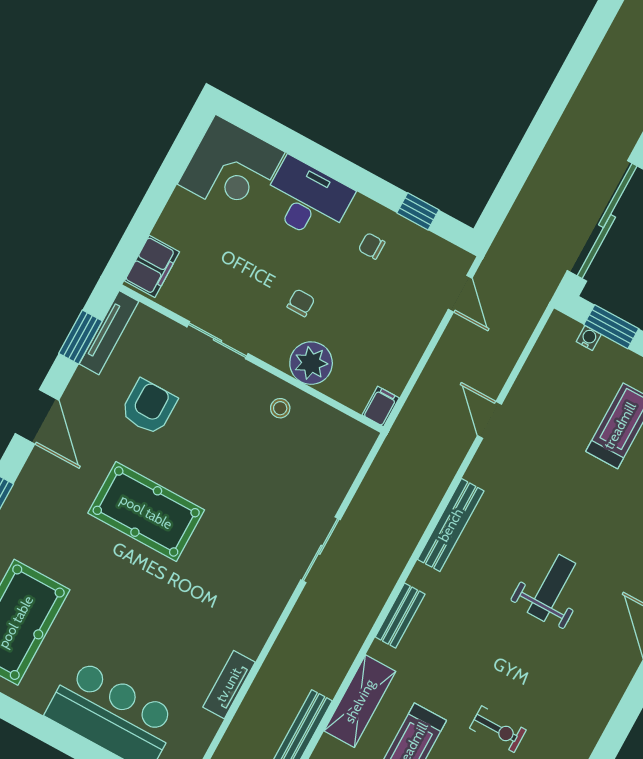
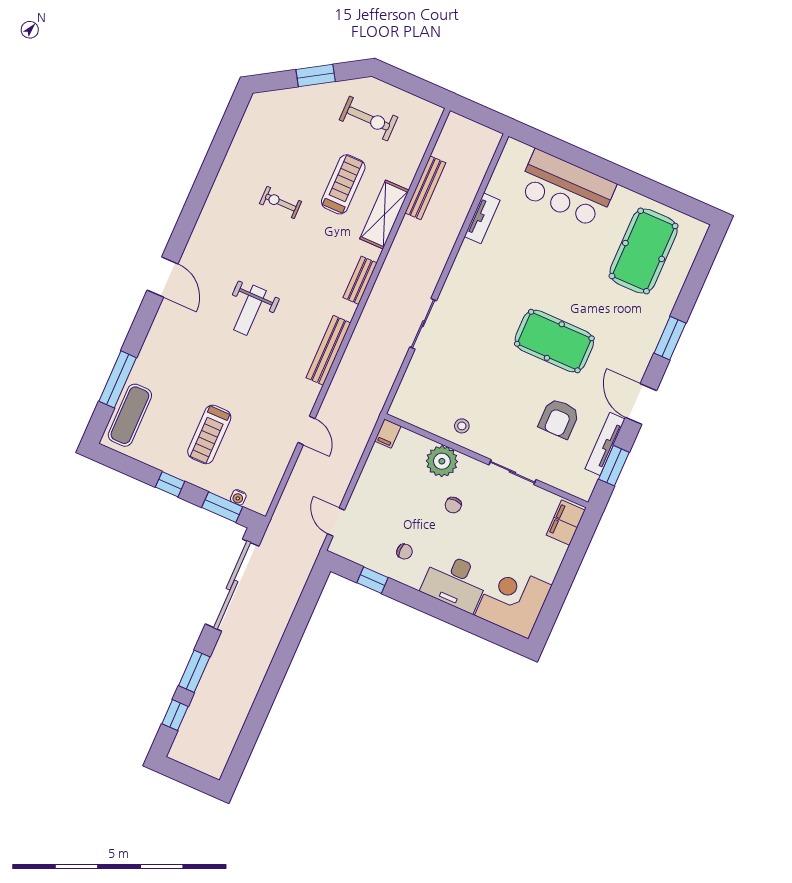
tv unit: (109, 333) -> (605, 444), moved

